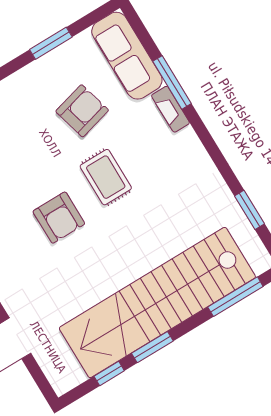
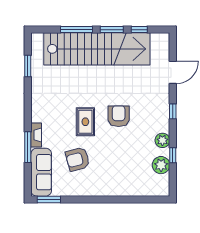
window: (51, 43) -> (49, 199), moved
window: (235, 297) -> (77, 30), moved

